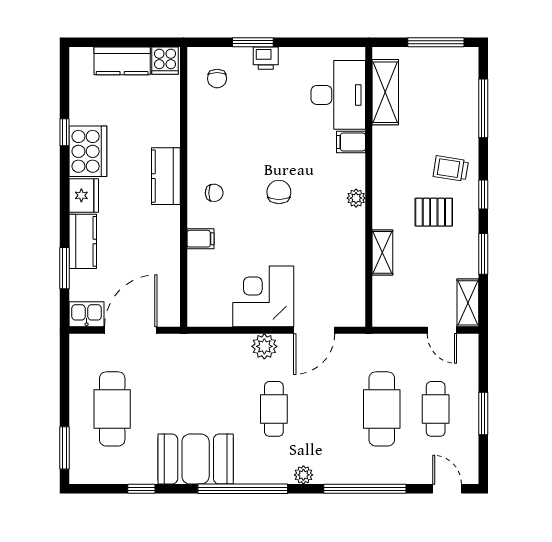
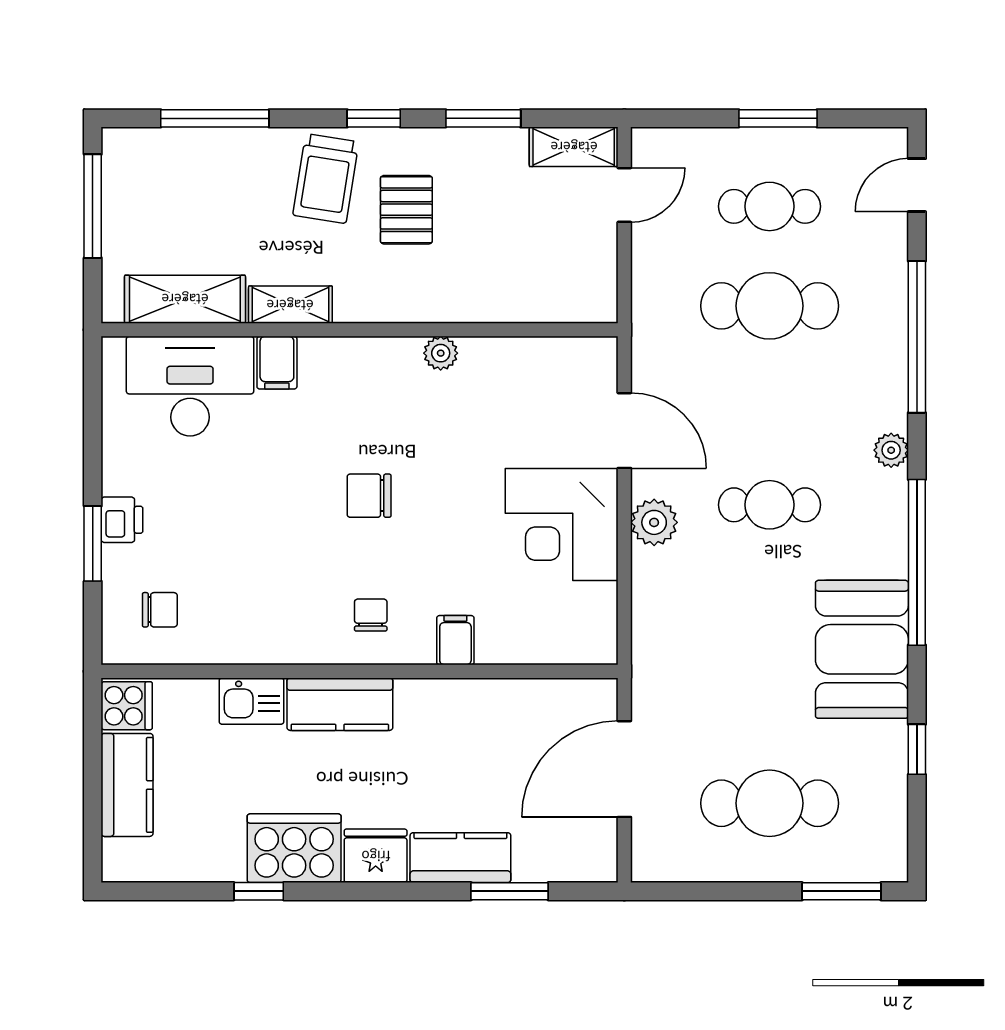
trolley: (451, 169) -> (326, 179), width x1.36, depth x1.39
plant: (356, 198) -> (441, 353), moved
shelving: (382, 252) -> (290, 305), moved
kitchen sink: (87, 314) -> (252, 701), moved, turned -90
door: (131, 330) -> (624, 769), hinge flipped

